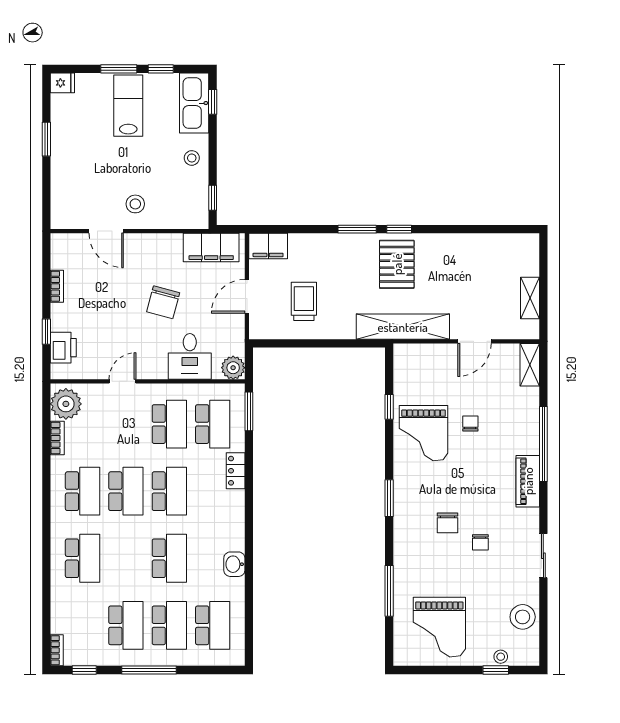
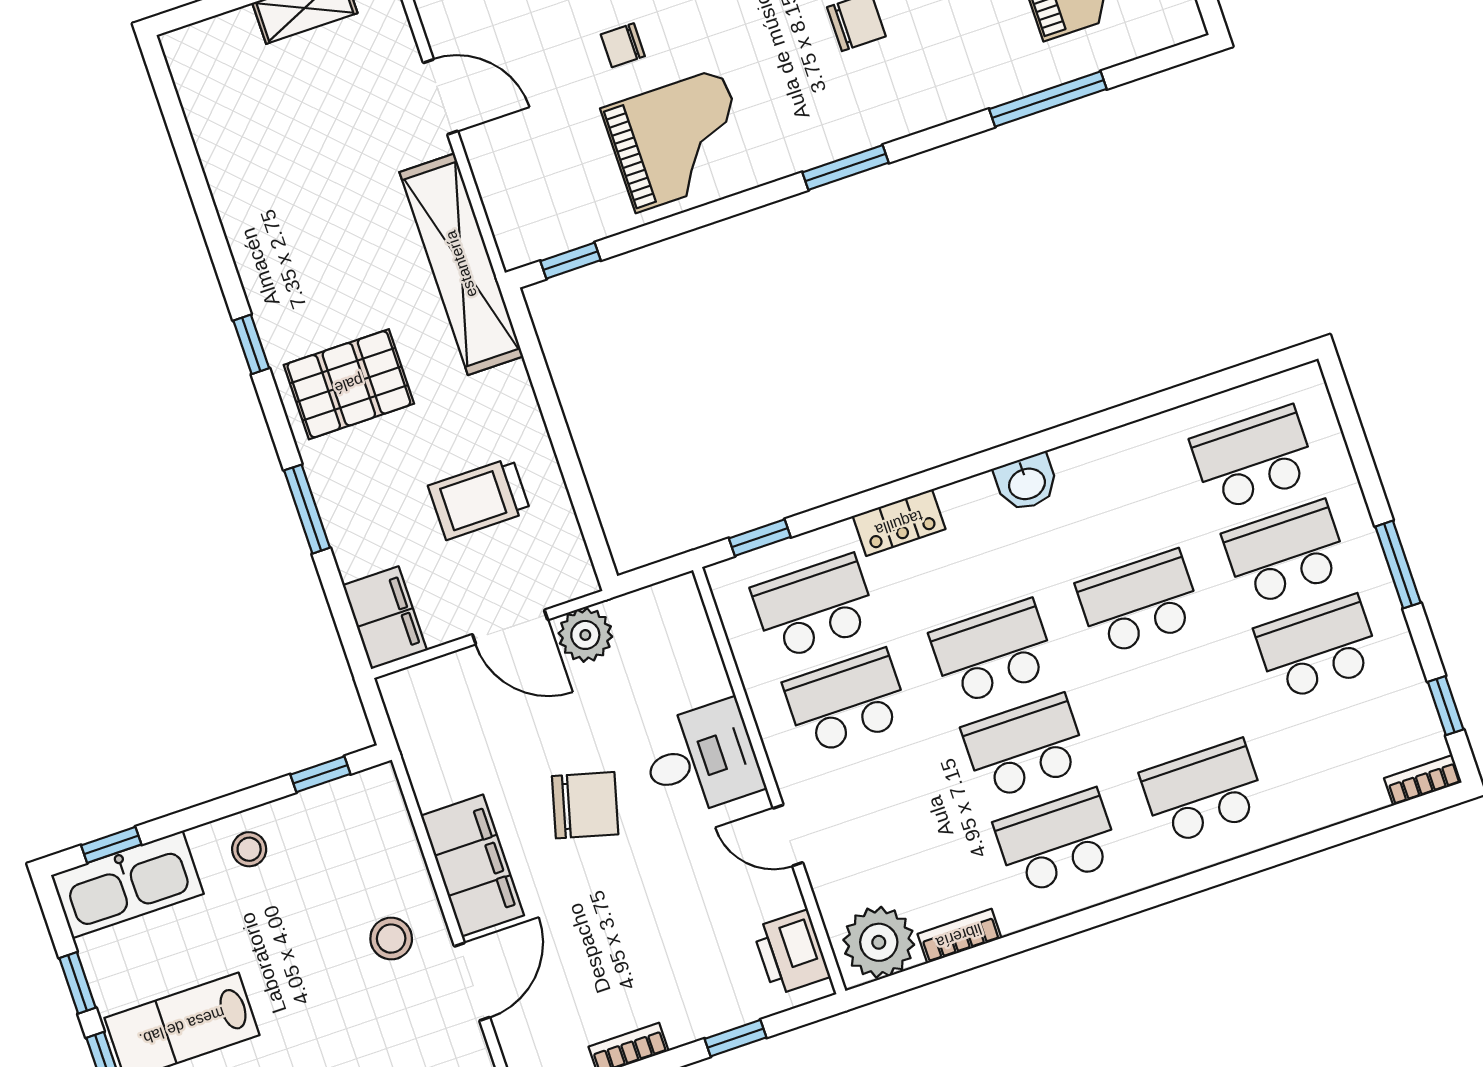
window: (357, 229) -> (307, 509), moved
filing cabinet: (211, 248) -> (472, 865), moved
pallet: (397, 264) -> (349, 384), moved
printer: (63, 348) -> (791, 952), moved, turned -90
desk: (190, 356) -> (701, 759), moved
plant: (233, 368) -> (585, 635), moved
window: (389, 407) -> (570, 261), moved
window: (249, 411) -> (760, 538), width x0.67
washbasin: (234, 564) -> (1027, 483), moved
window: (149, 670) -> (1398, 565), width x0.69

